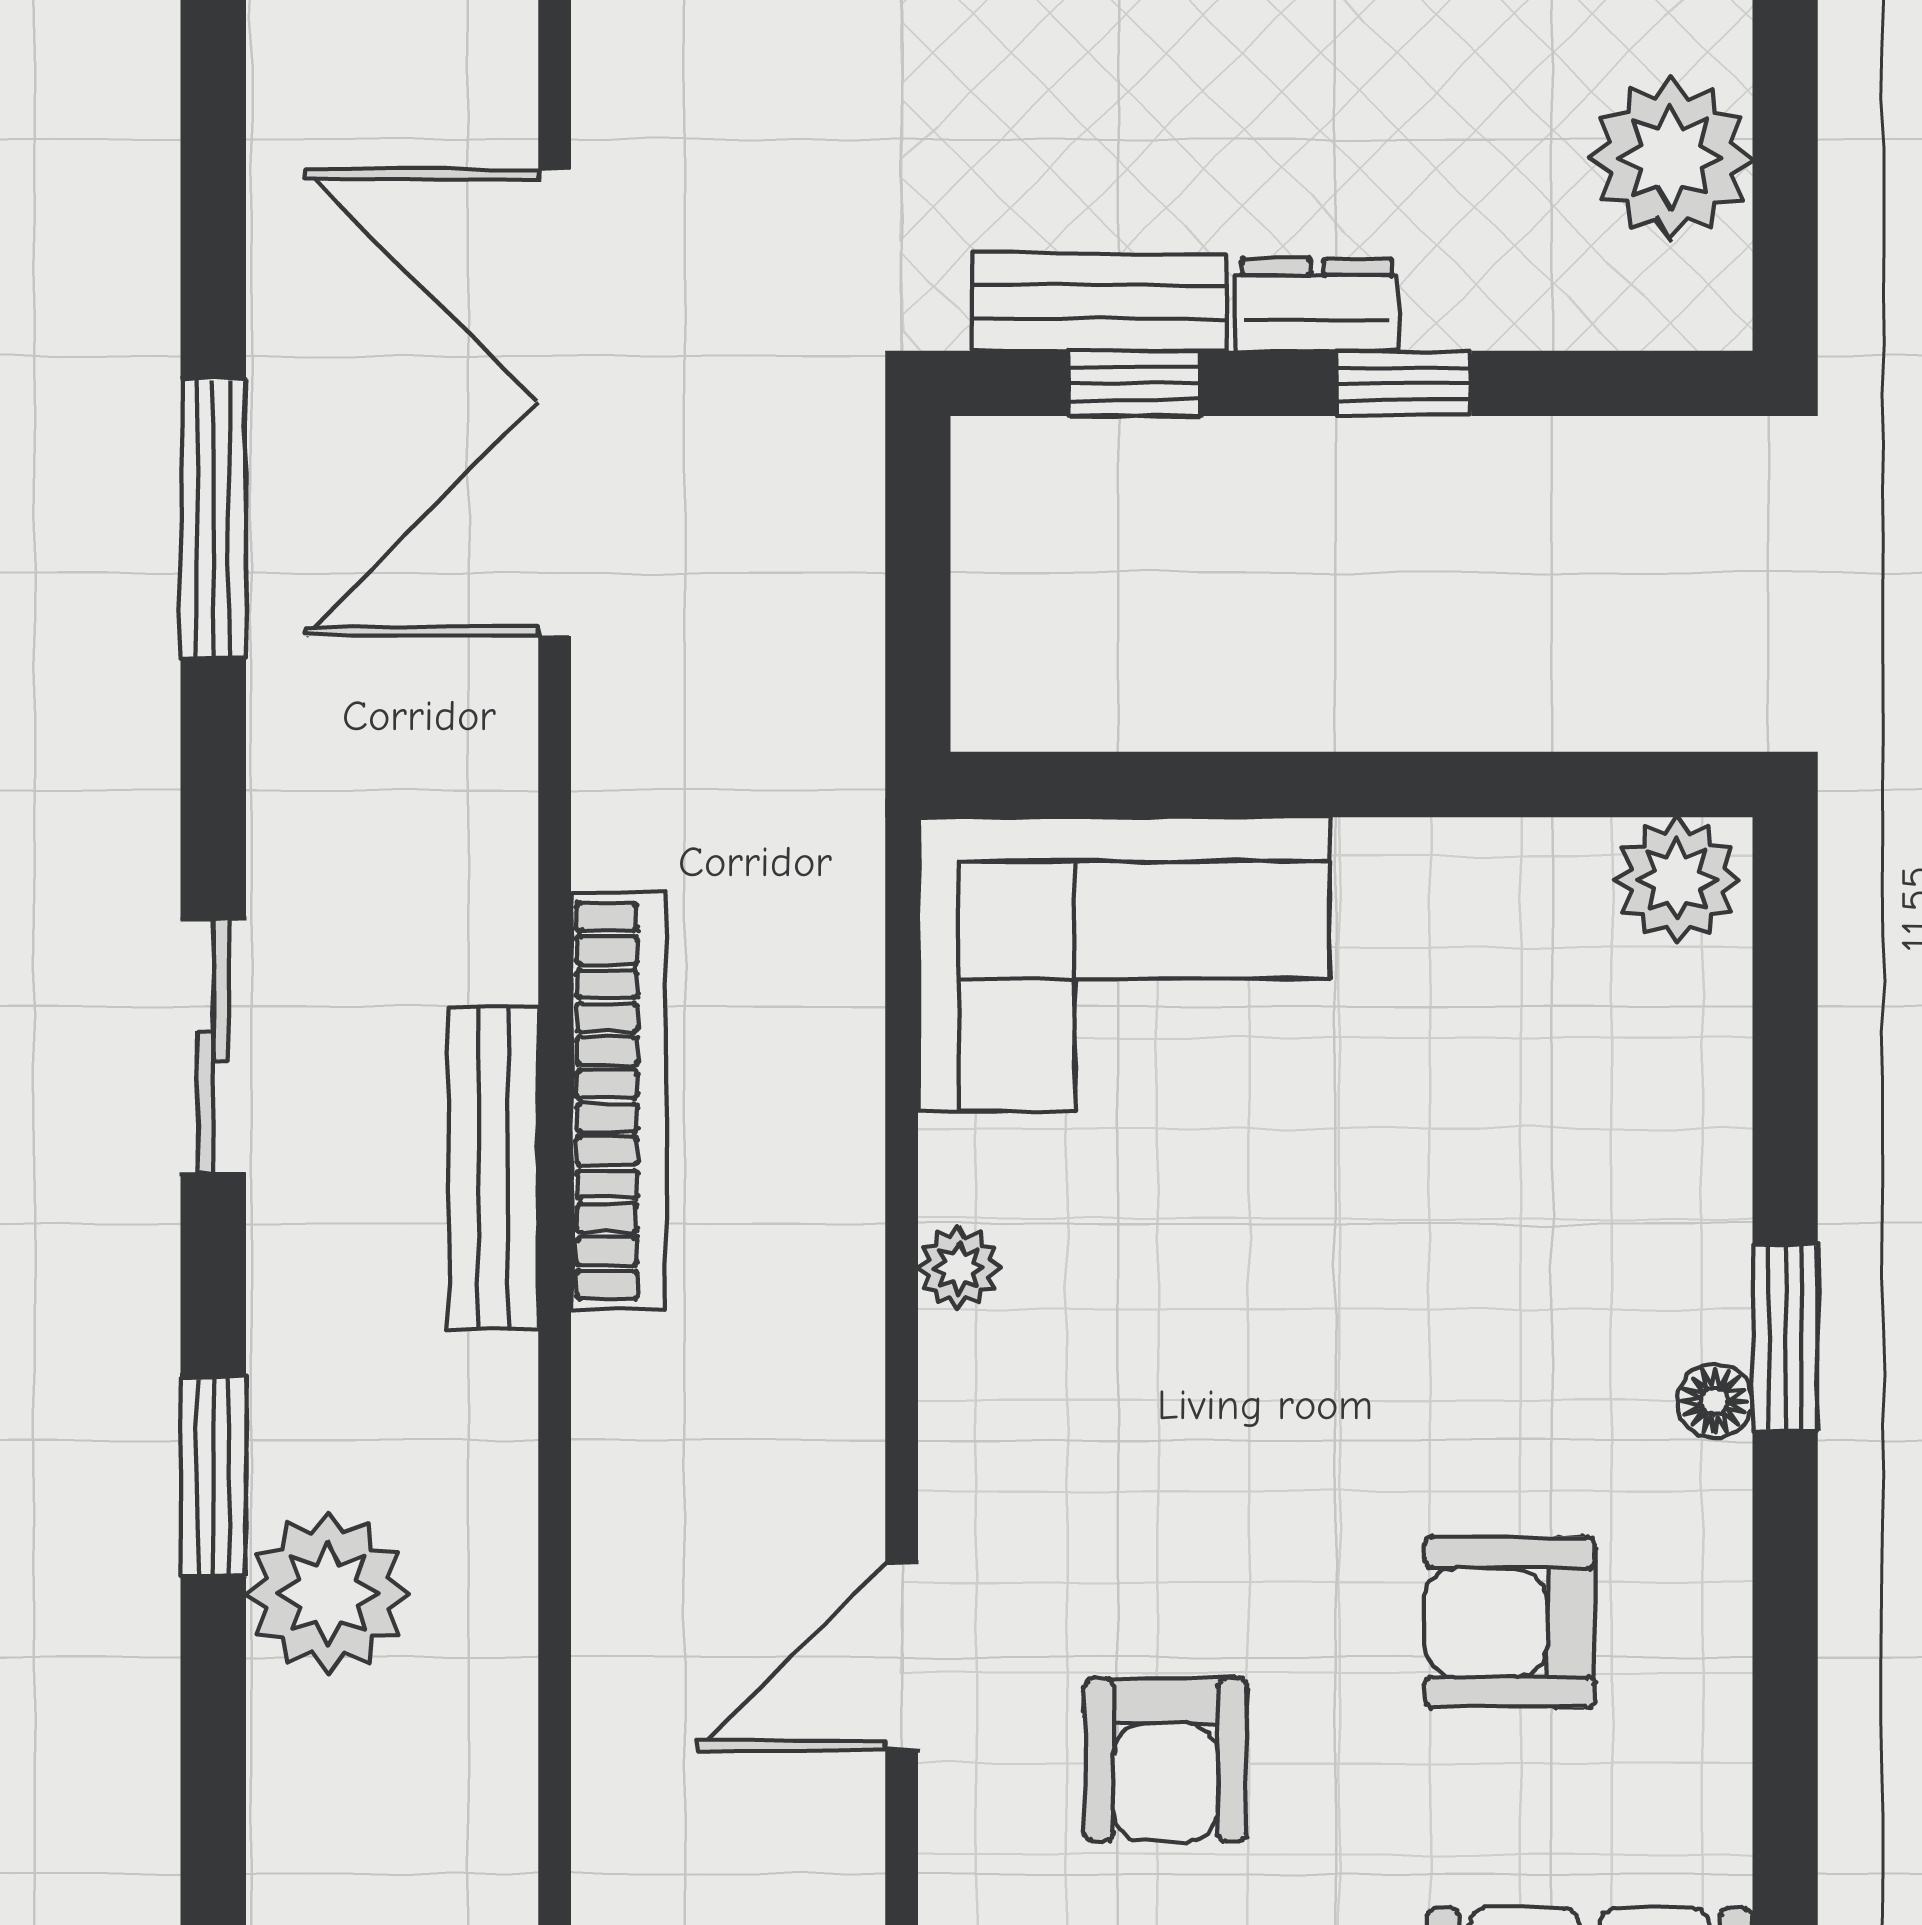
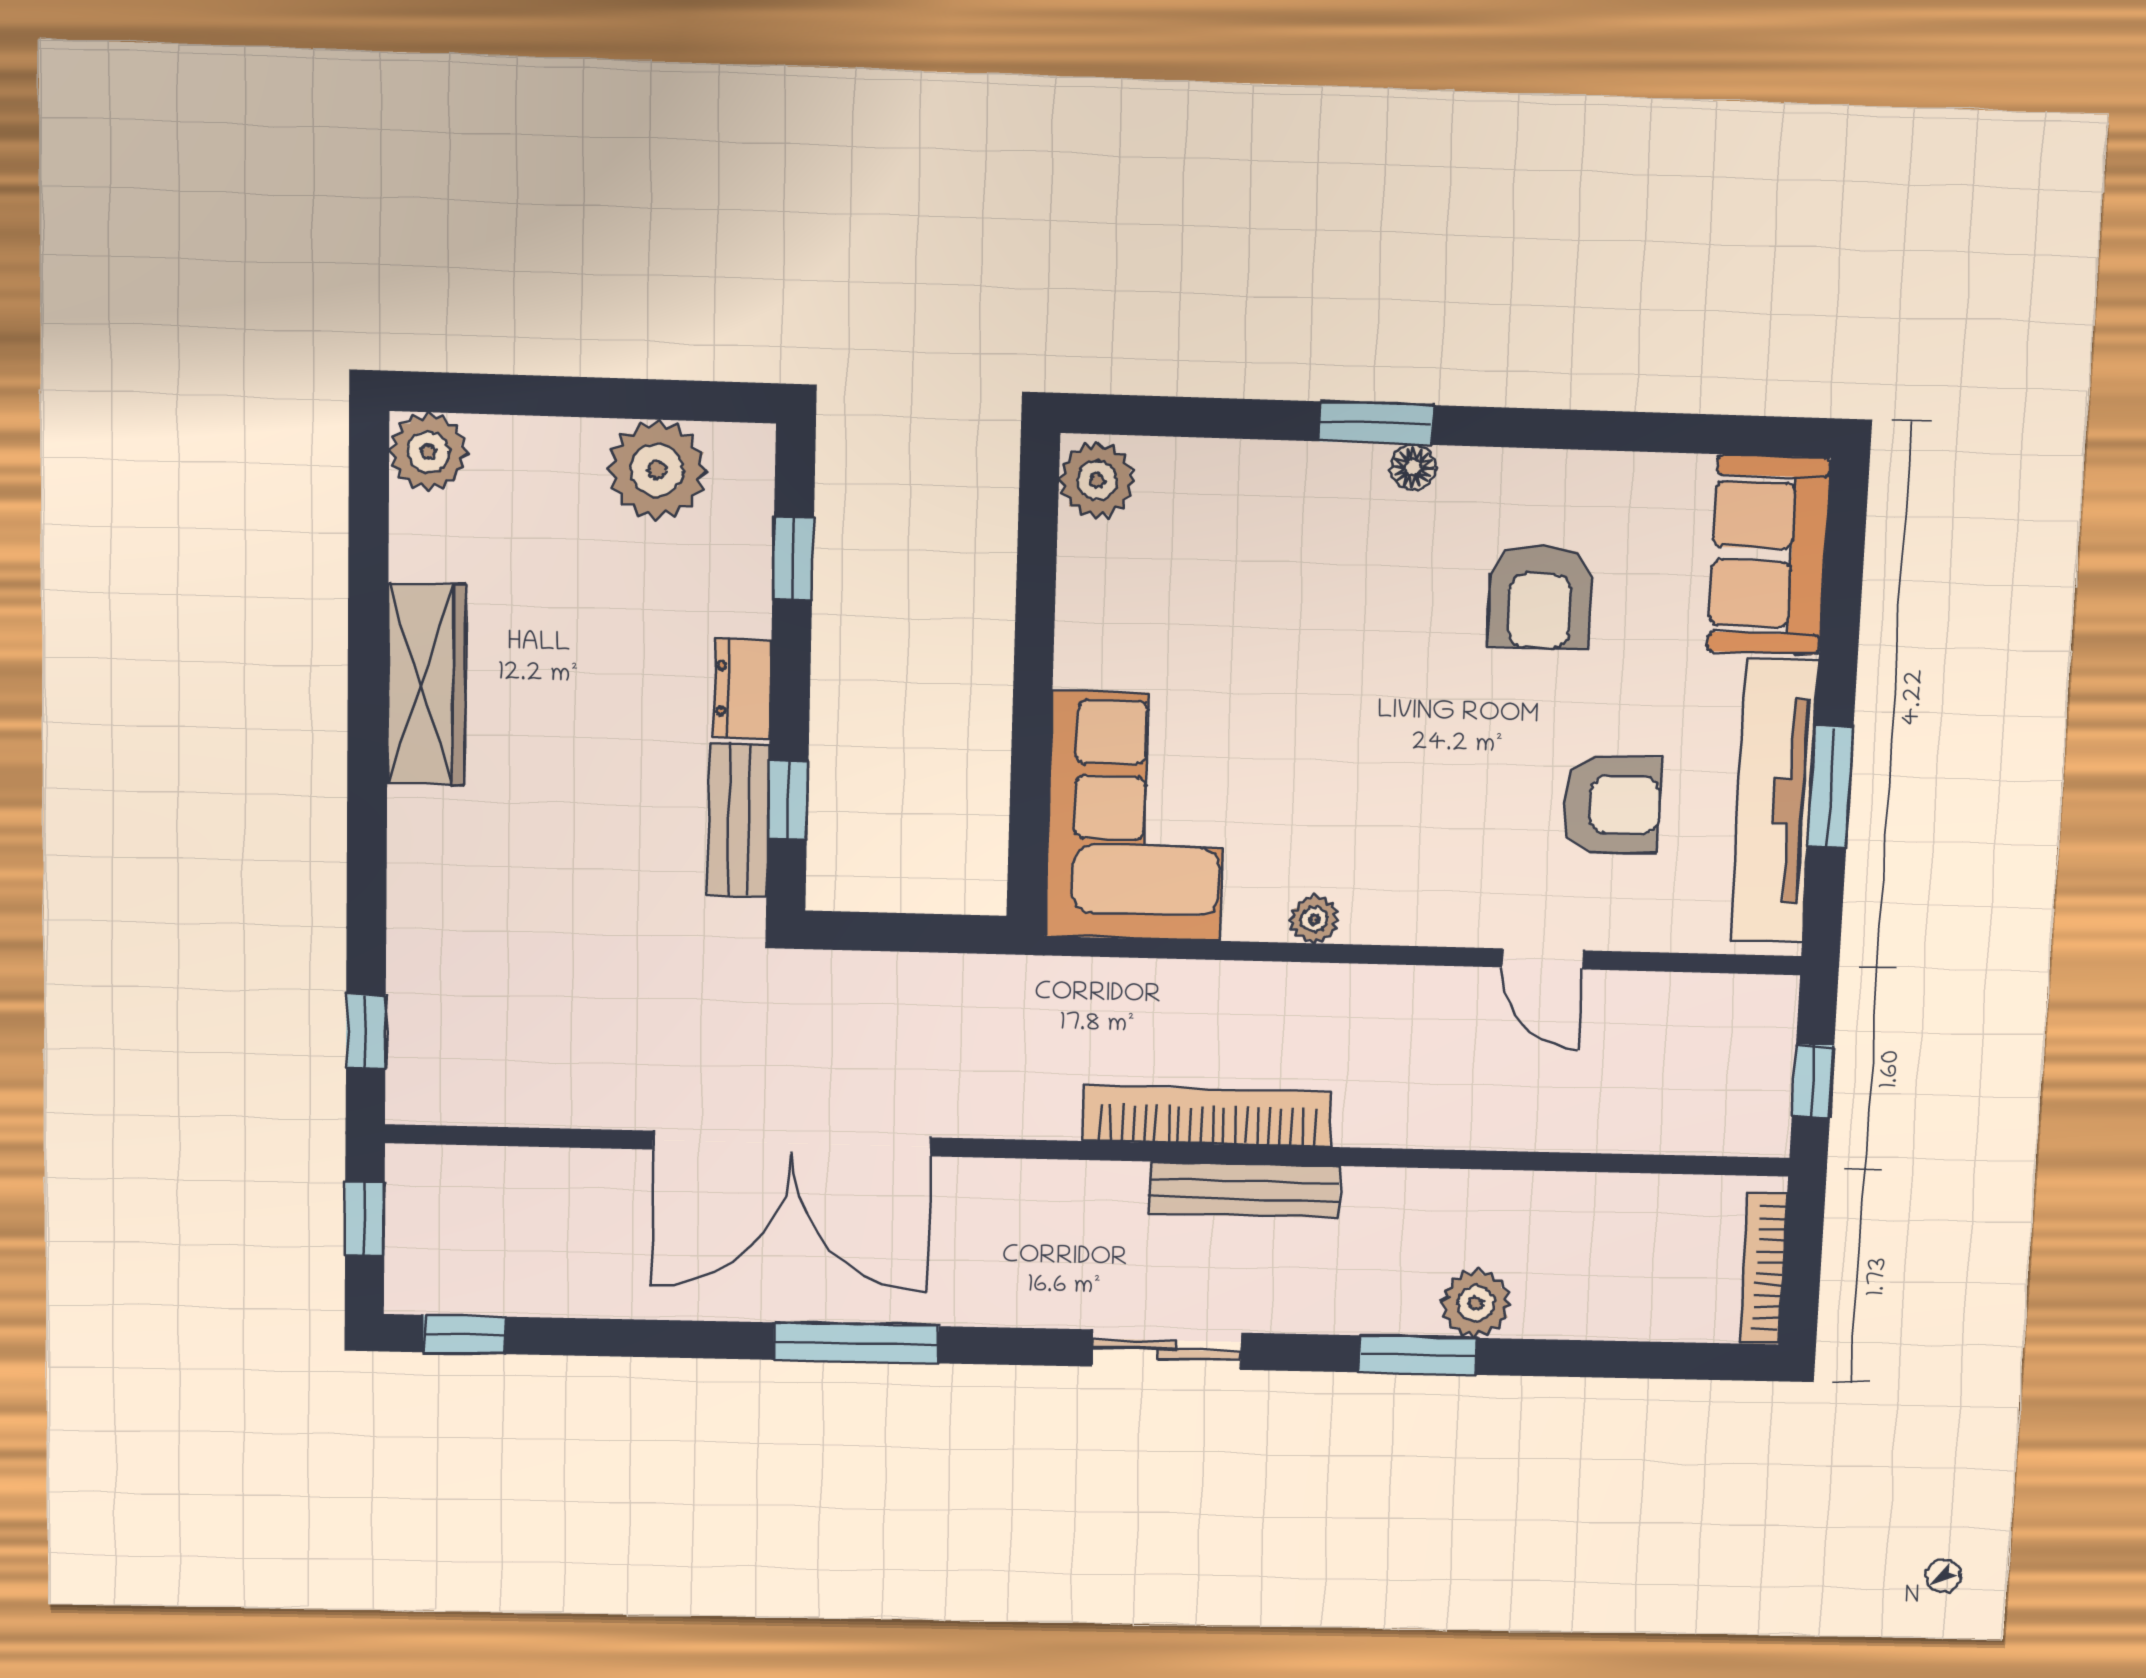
window: (1404, 383) -> (793, 559), moved
plant: (327, 1594) -> (1476, 1303), width x0.73, depth x0.73
door: (902, 1656) -> (1542, 959), width x0.73

